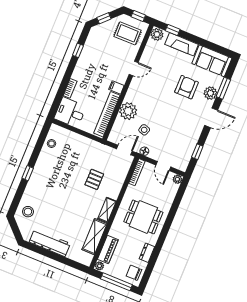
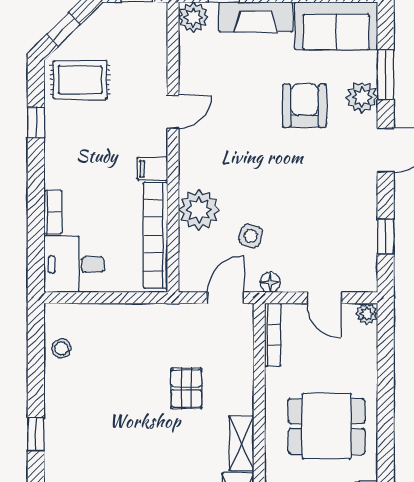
rug: (127, 33) -> (80, 80), moved

